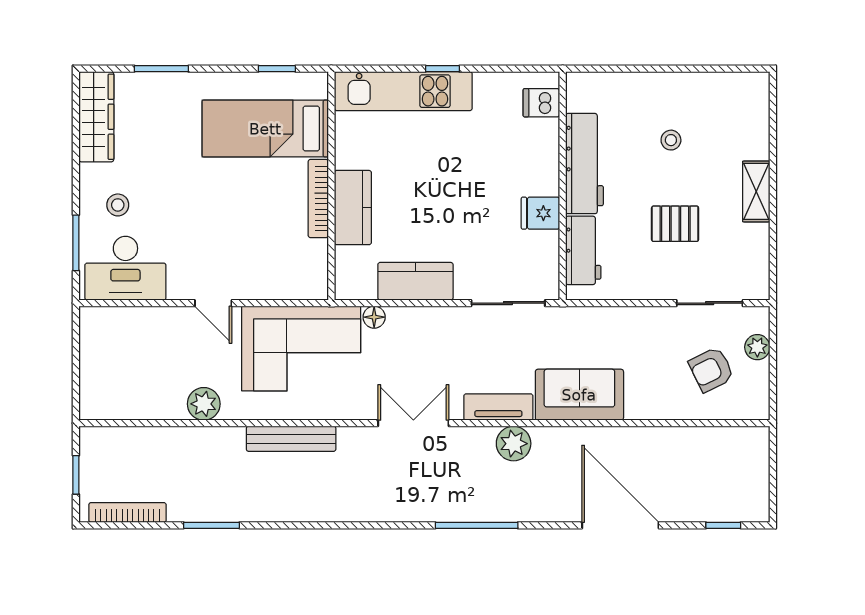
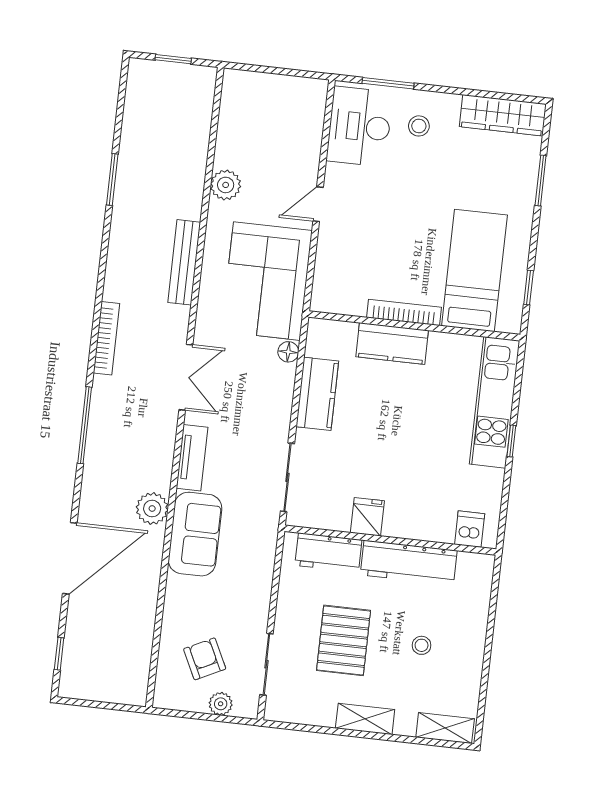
shelving: (756, 105) -> (445, 728), added
pallet: (675, 224) -> (344, 640), width x1.50, depth x1.42
plant: (514, 444) -> (152, 509), moved
bookcase: (127, 512) -> (107, 338), moved

